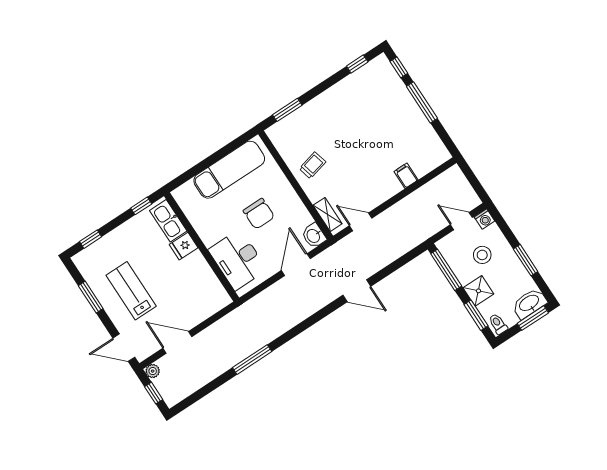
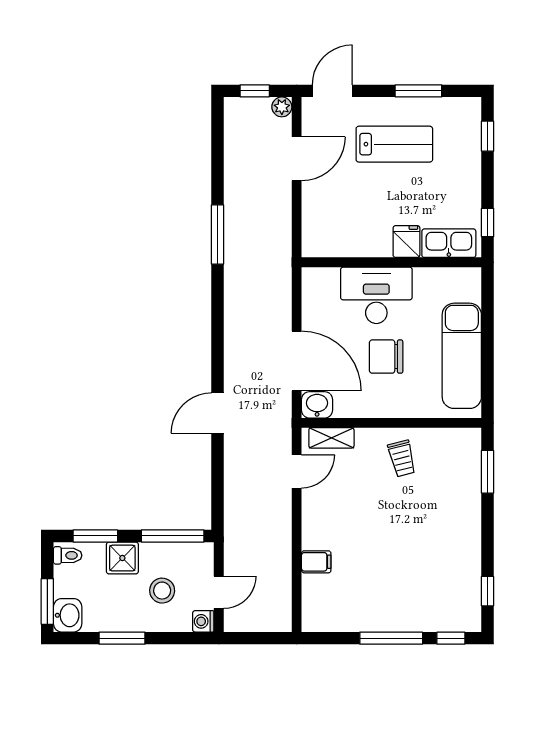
desk: (238, 260) -> (376, 295), moved
door: (296, 265) -> (297, 361), width x1.36
washbasin: (529, 303) -> (68, 615), width x0.72

